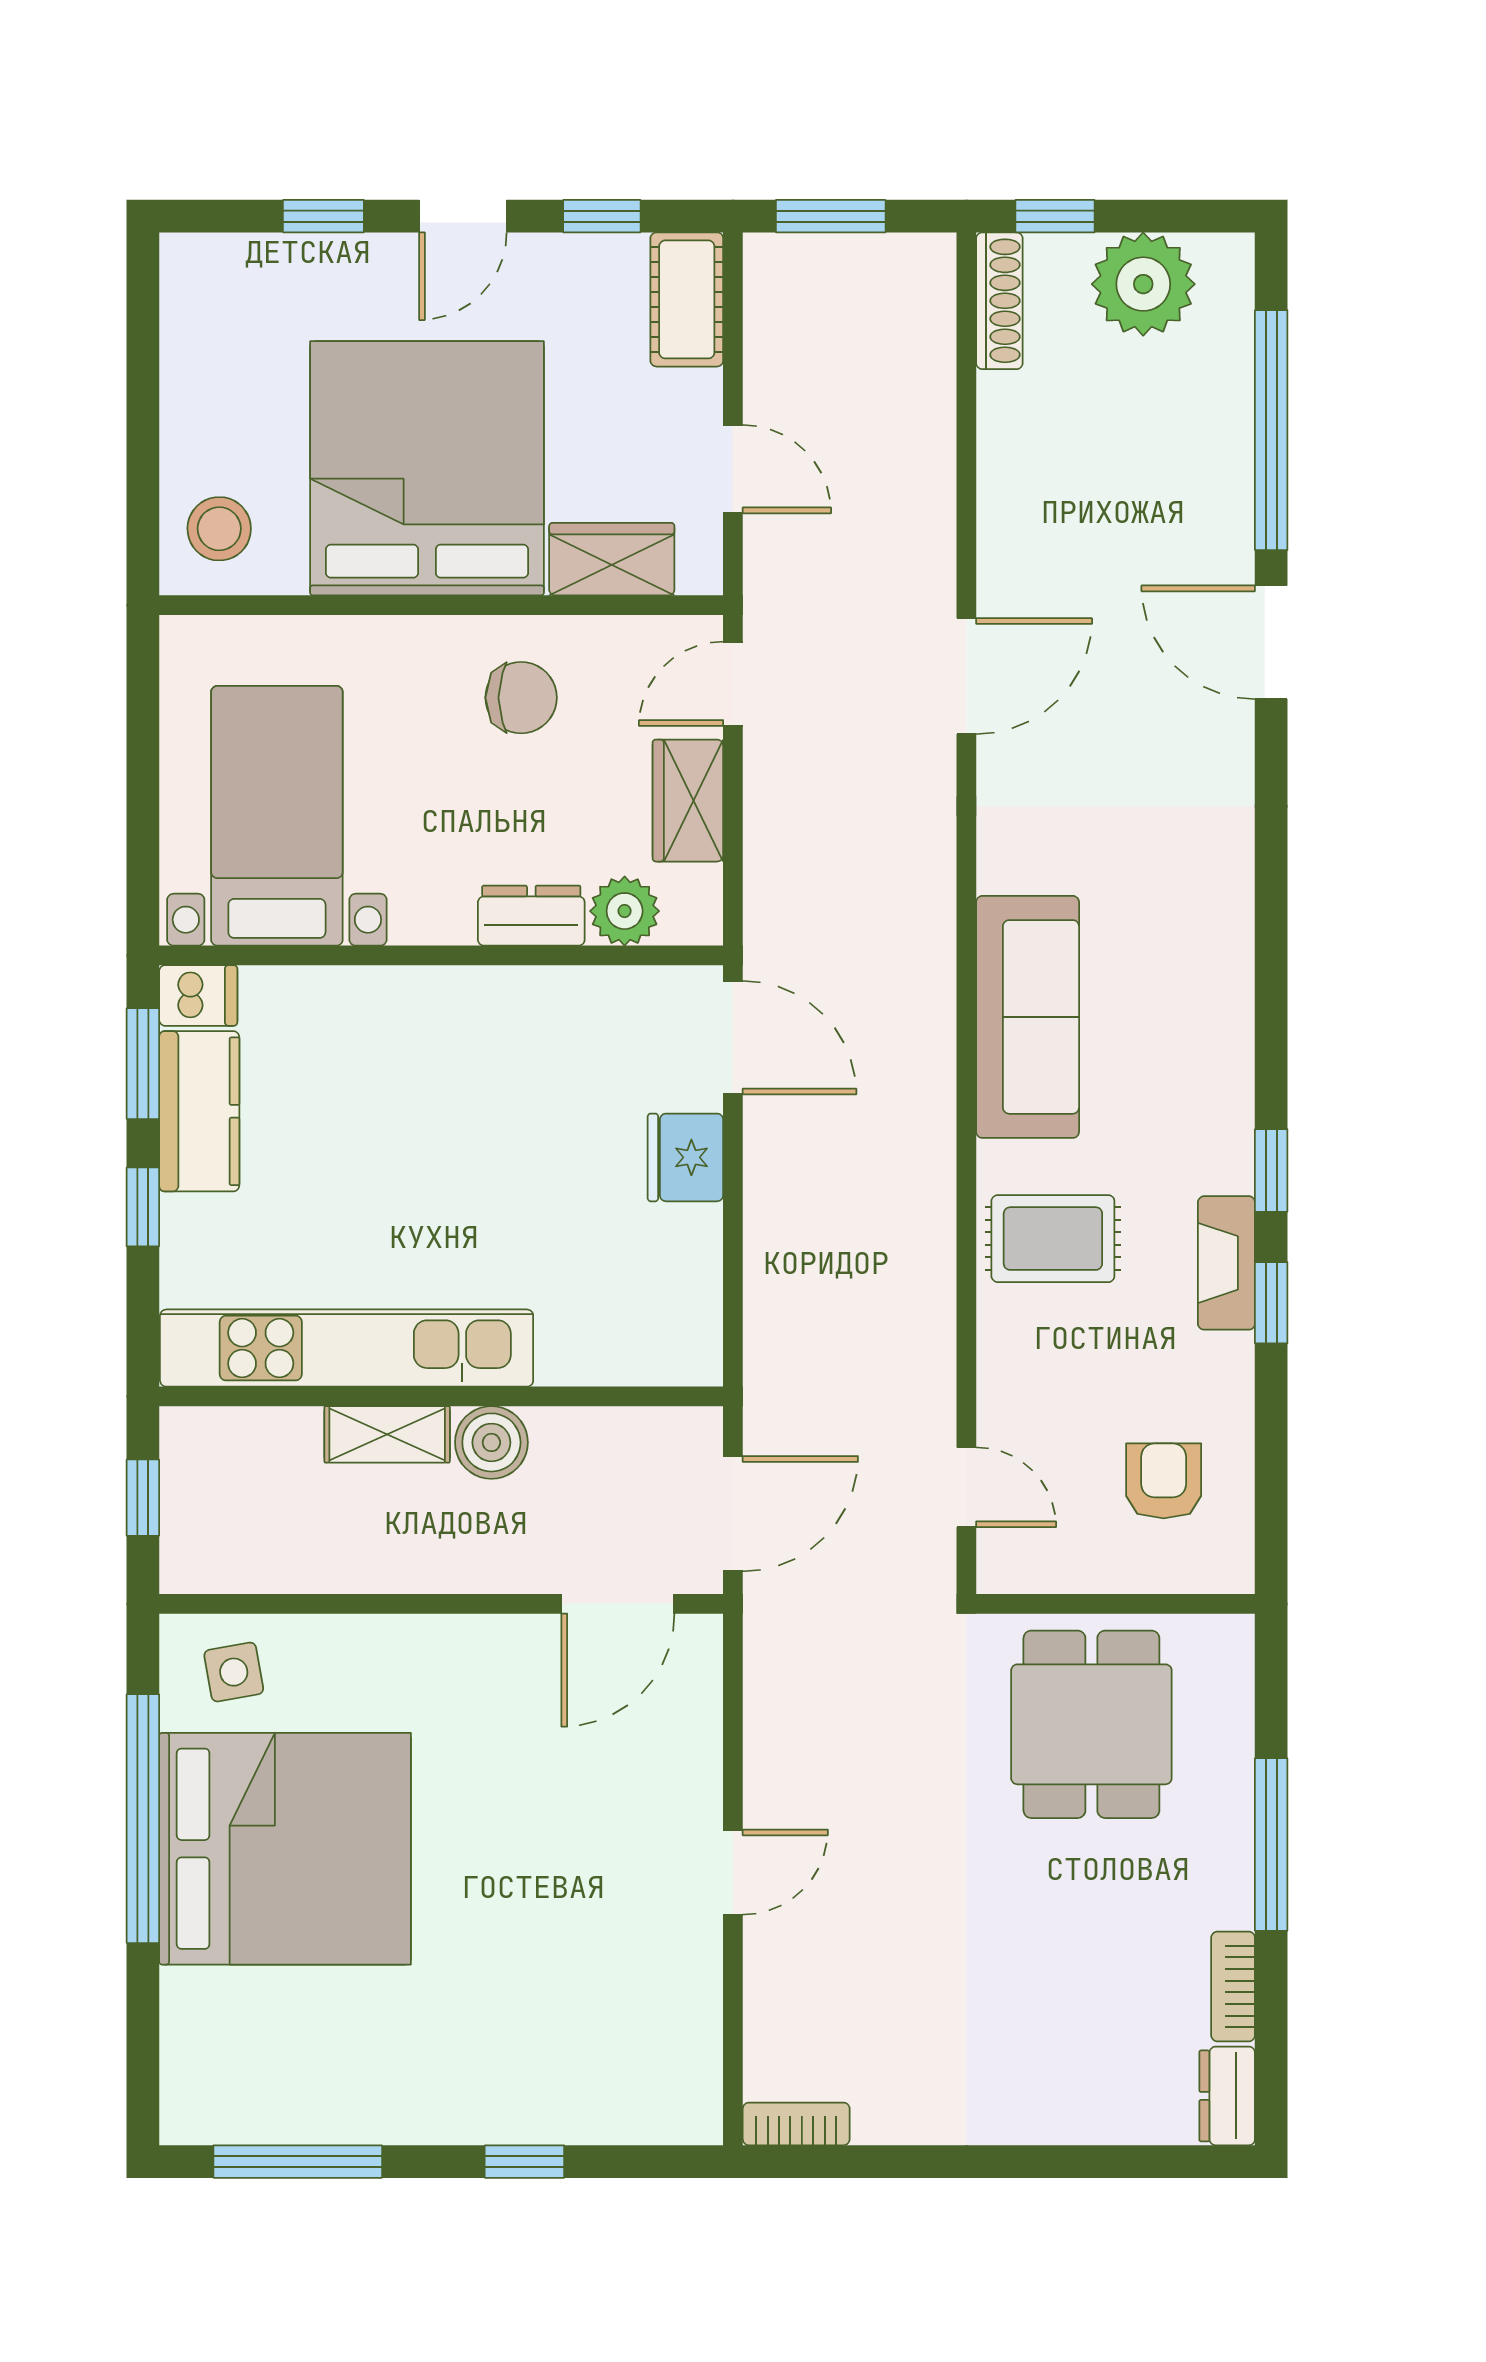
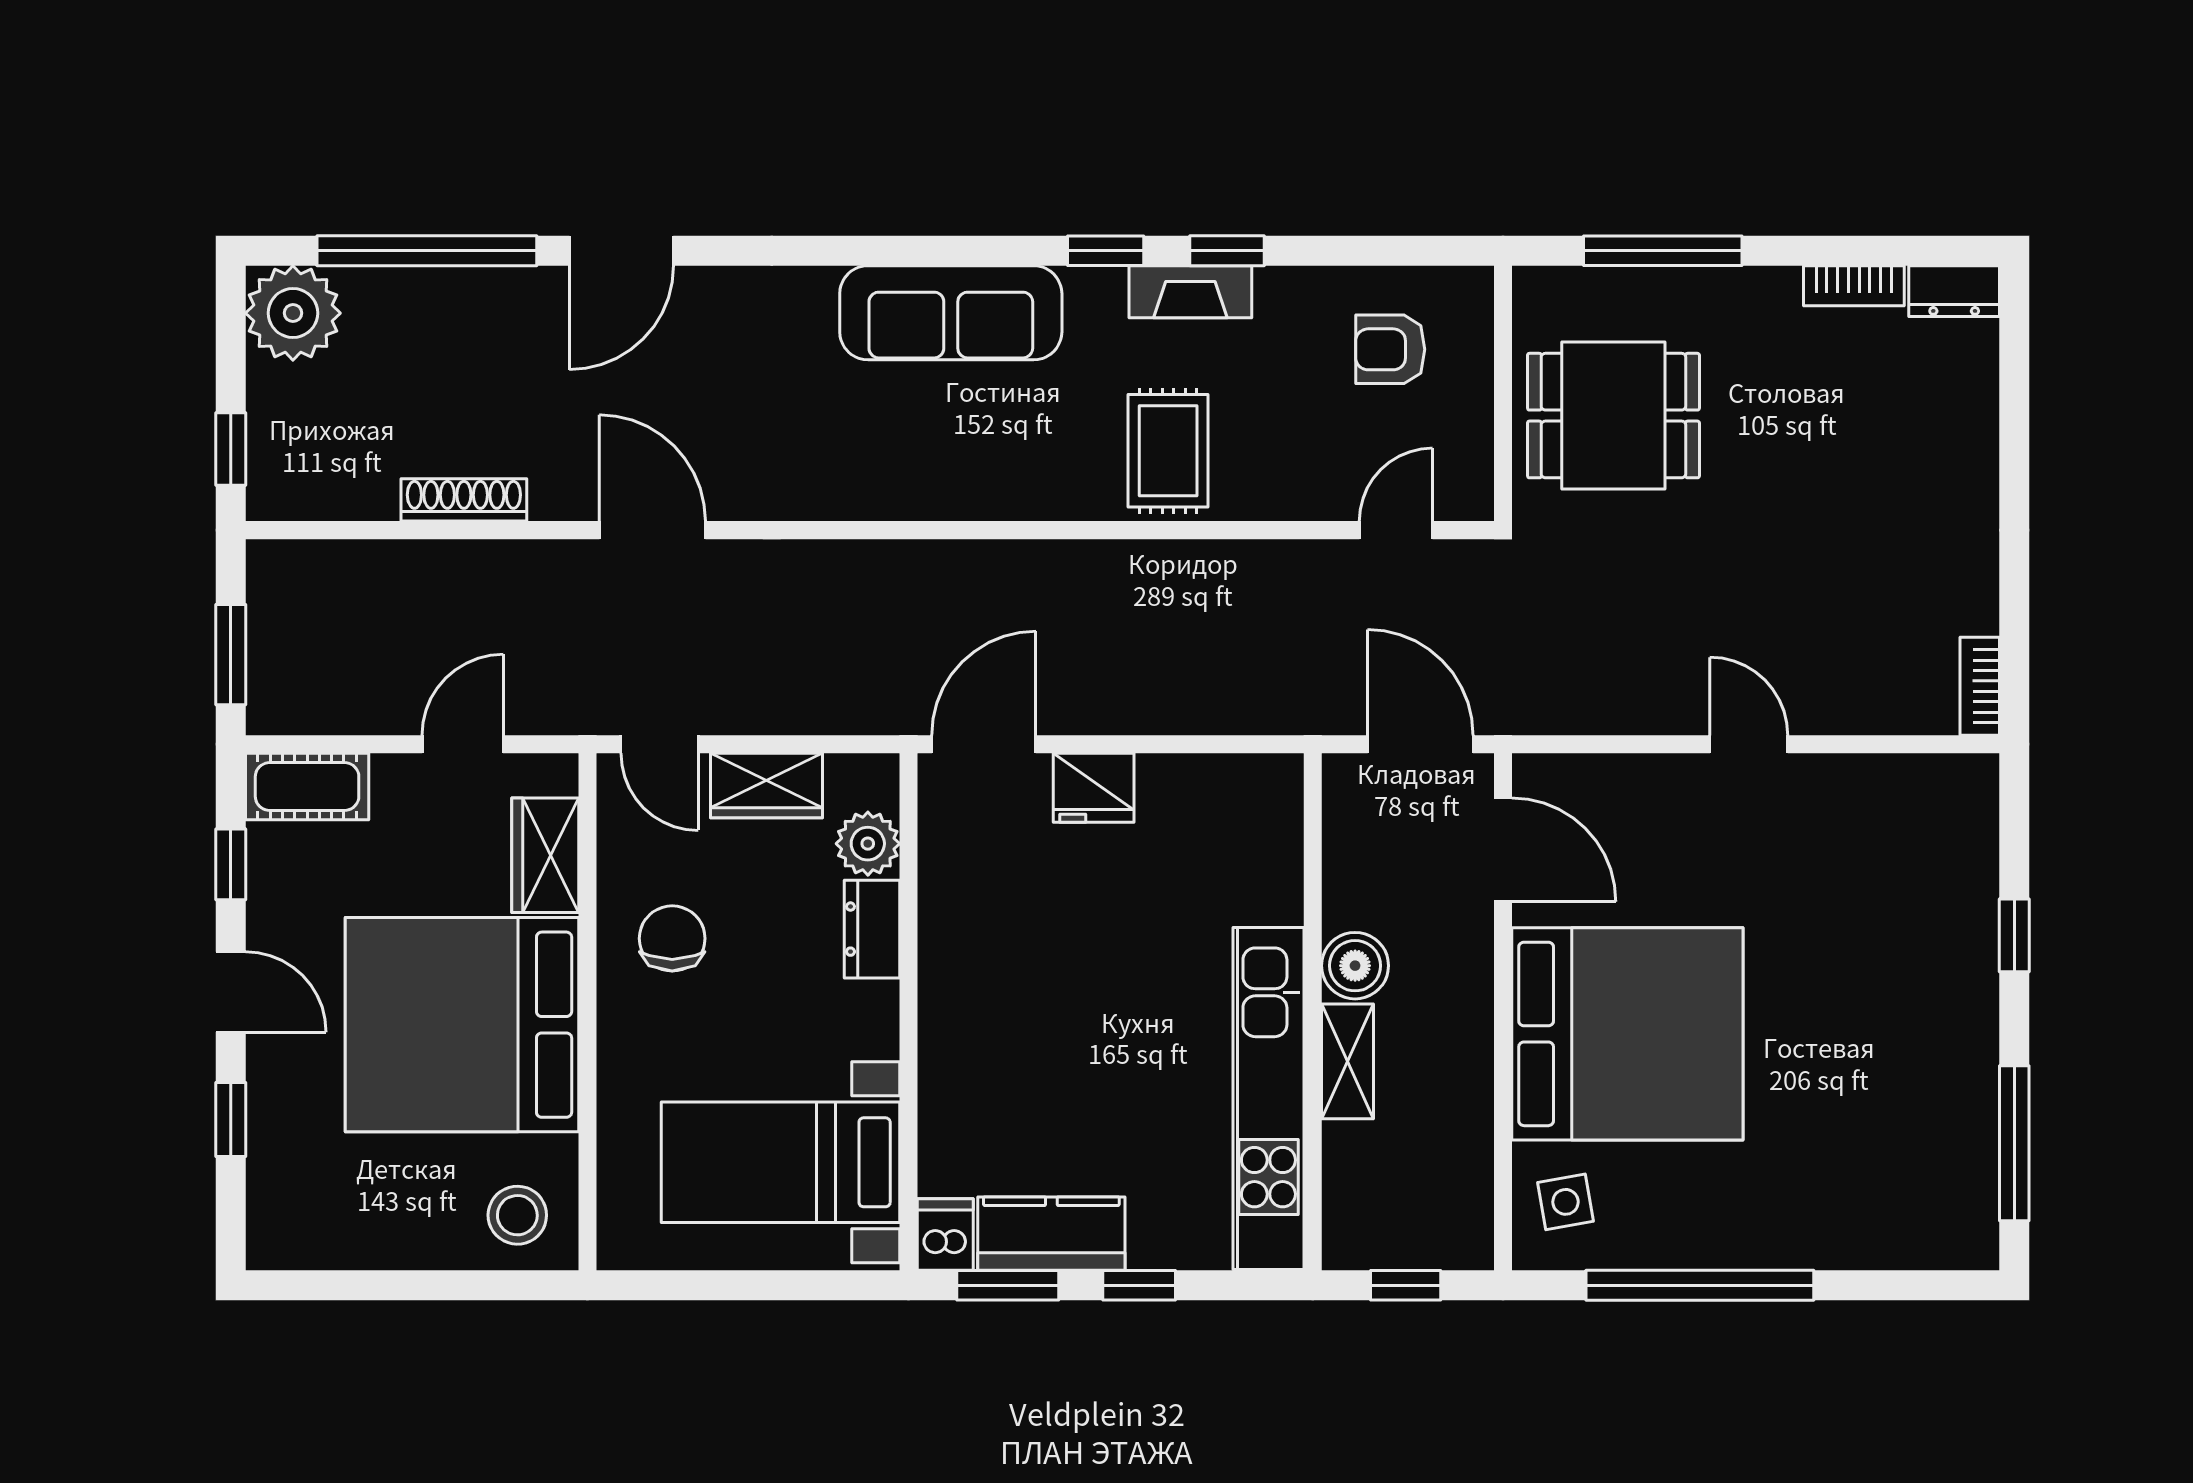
plant: (1143, 284) -> (293, 313), moved
shoe rack: (999, 301) -> (464, 500), moved
sofa: (1028, 1017) -> (951, 313), moved, turned 180
window: (1271, 1844) -> (1663, 251), moved
bed: (285, 1849) -> (1627, 1034), moved, turned 90

